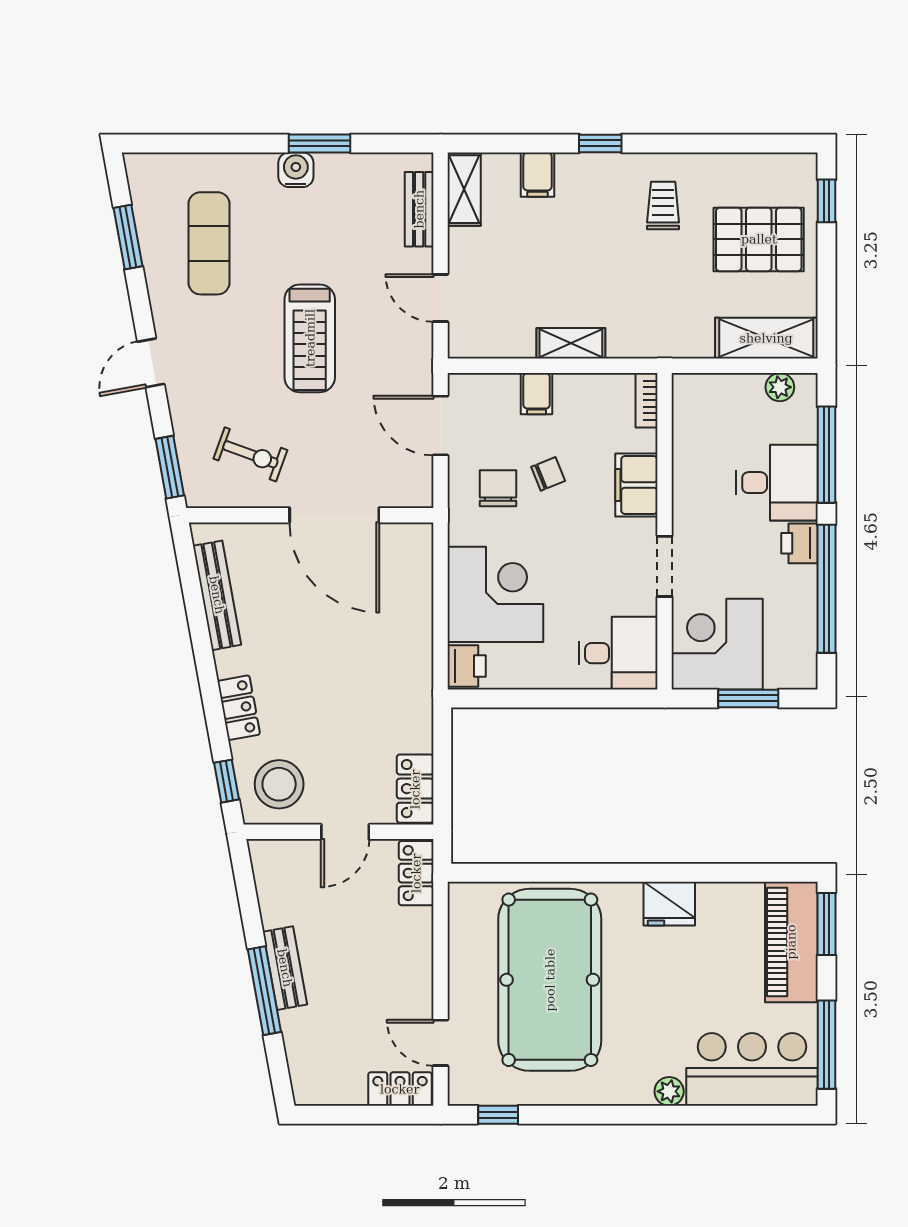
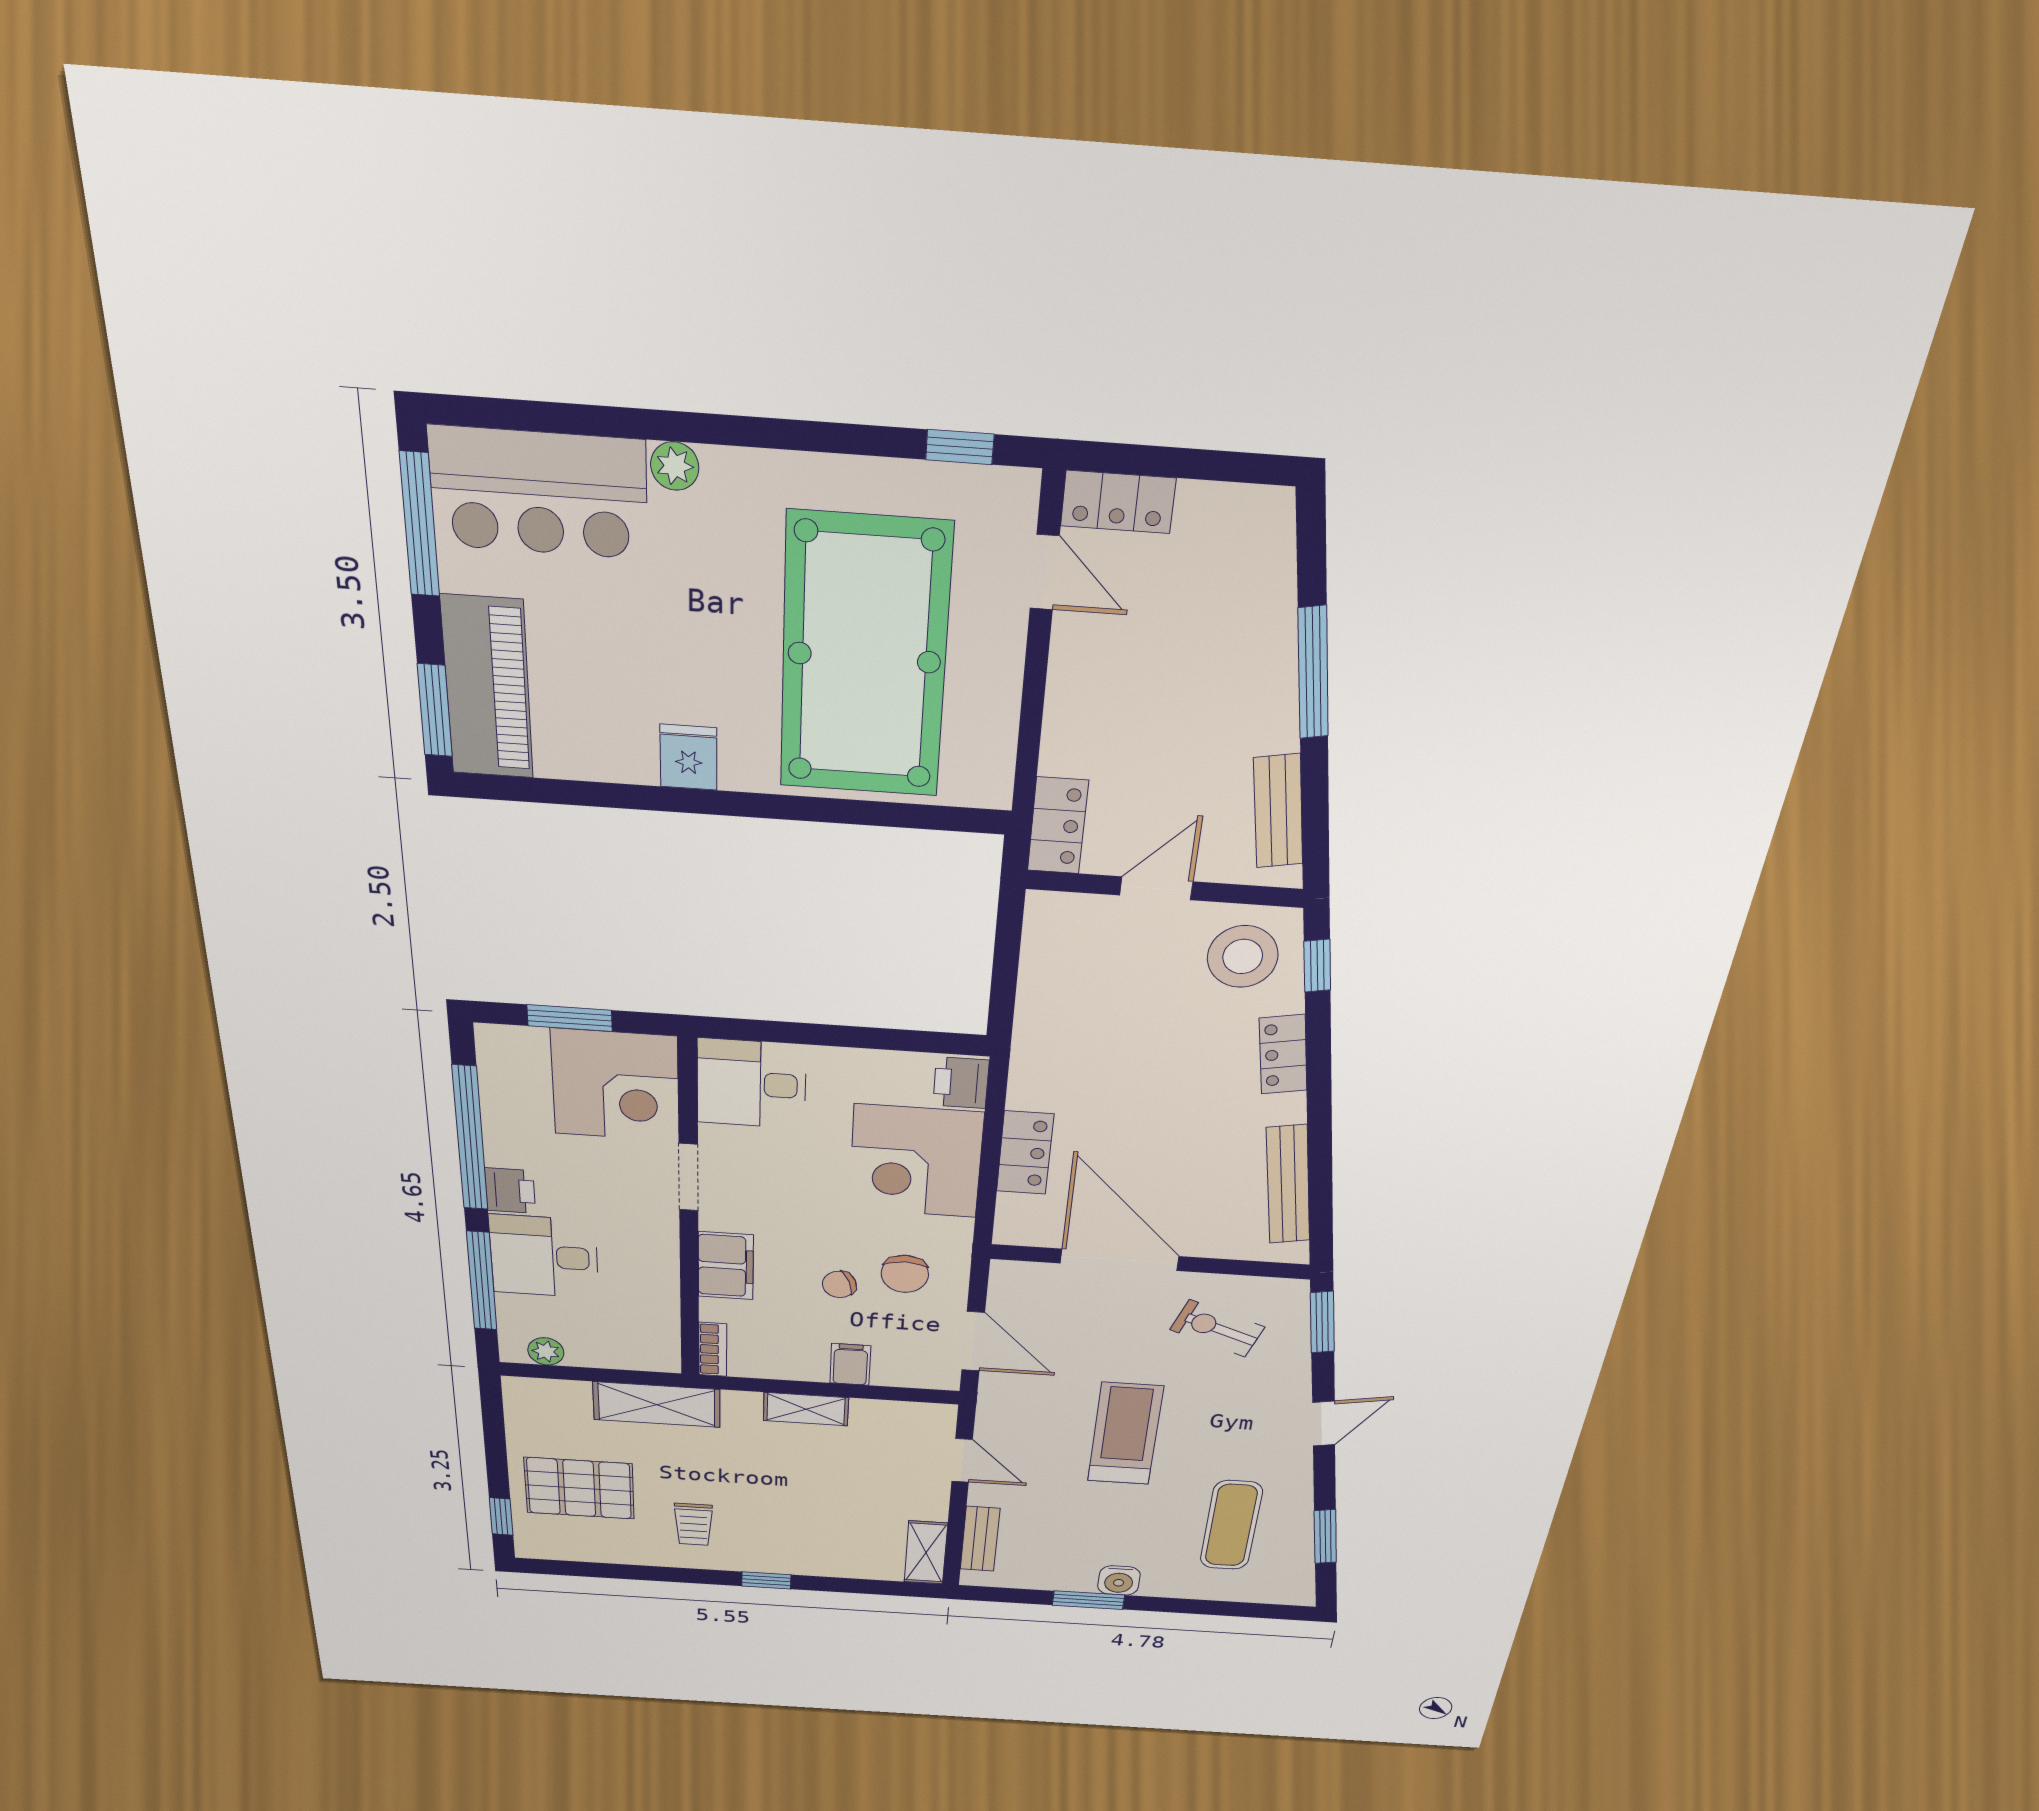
filing cabinet: (537, 175) -> (840, 1559), removed
shelving: (766, 338) -> (657, 1405), moved
locker: (415, 789) -> (1025, 1153), moved
fridge: (669, 904) -> (688, 757), width x0.72
bench: (285, 968) -> (1278, 811), moved

